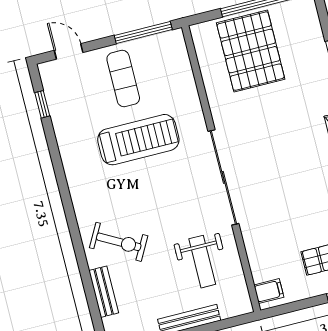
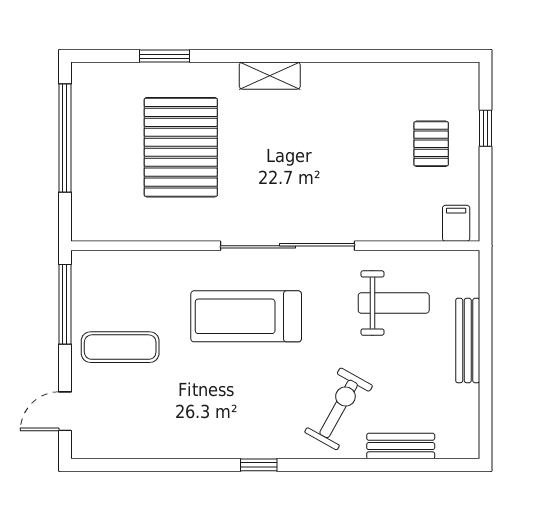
pallet: (251, 51) -> (181, 147), moved, turned 90
window: (42, 104) -> (259, 465), moved
treadmill: (138, 140) -> (246, 316), moved, turned -90

